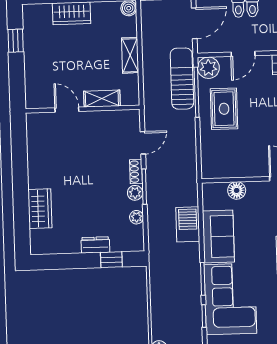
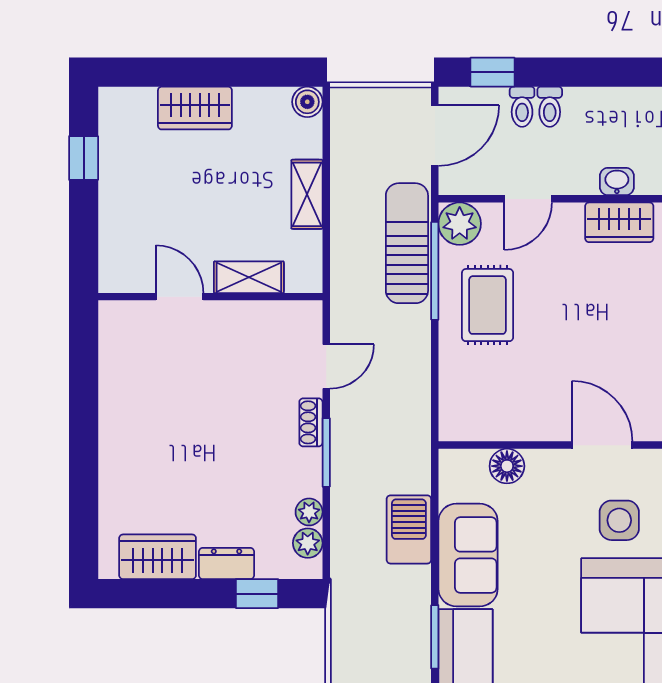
plant: (135, 193) -> (308, 543), moved
wardrobe: (40, 209) -> (158, 557), moved, turned -90

